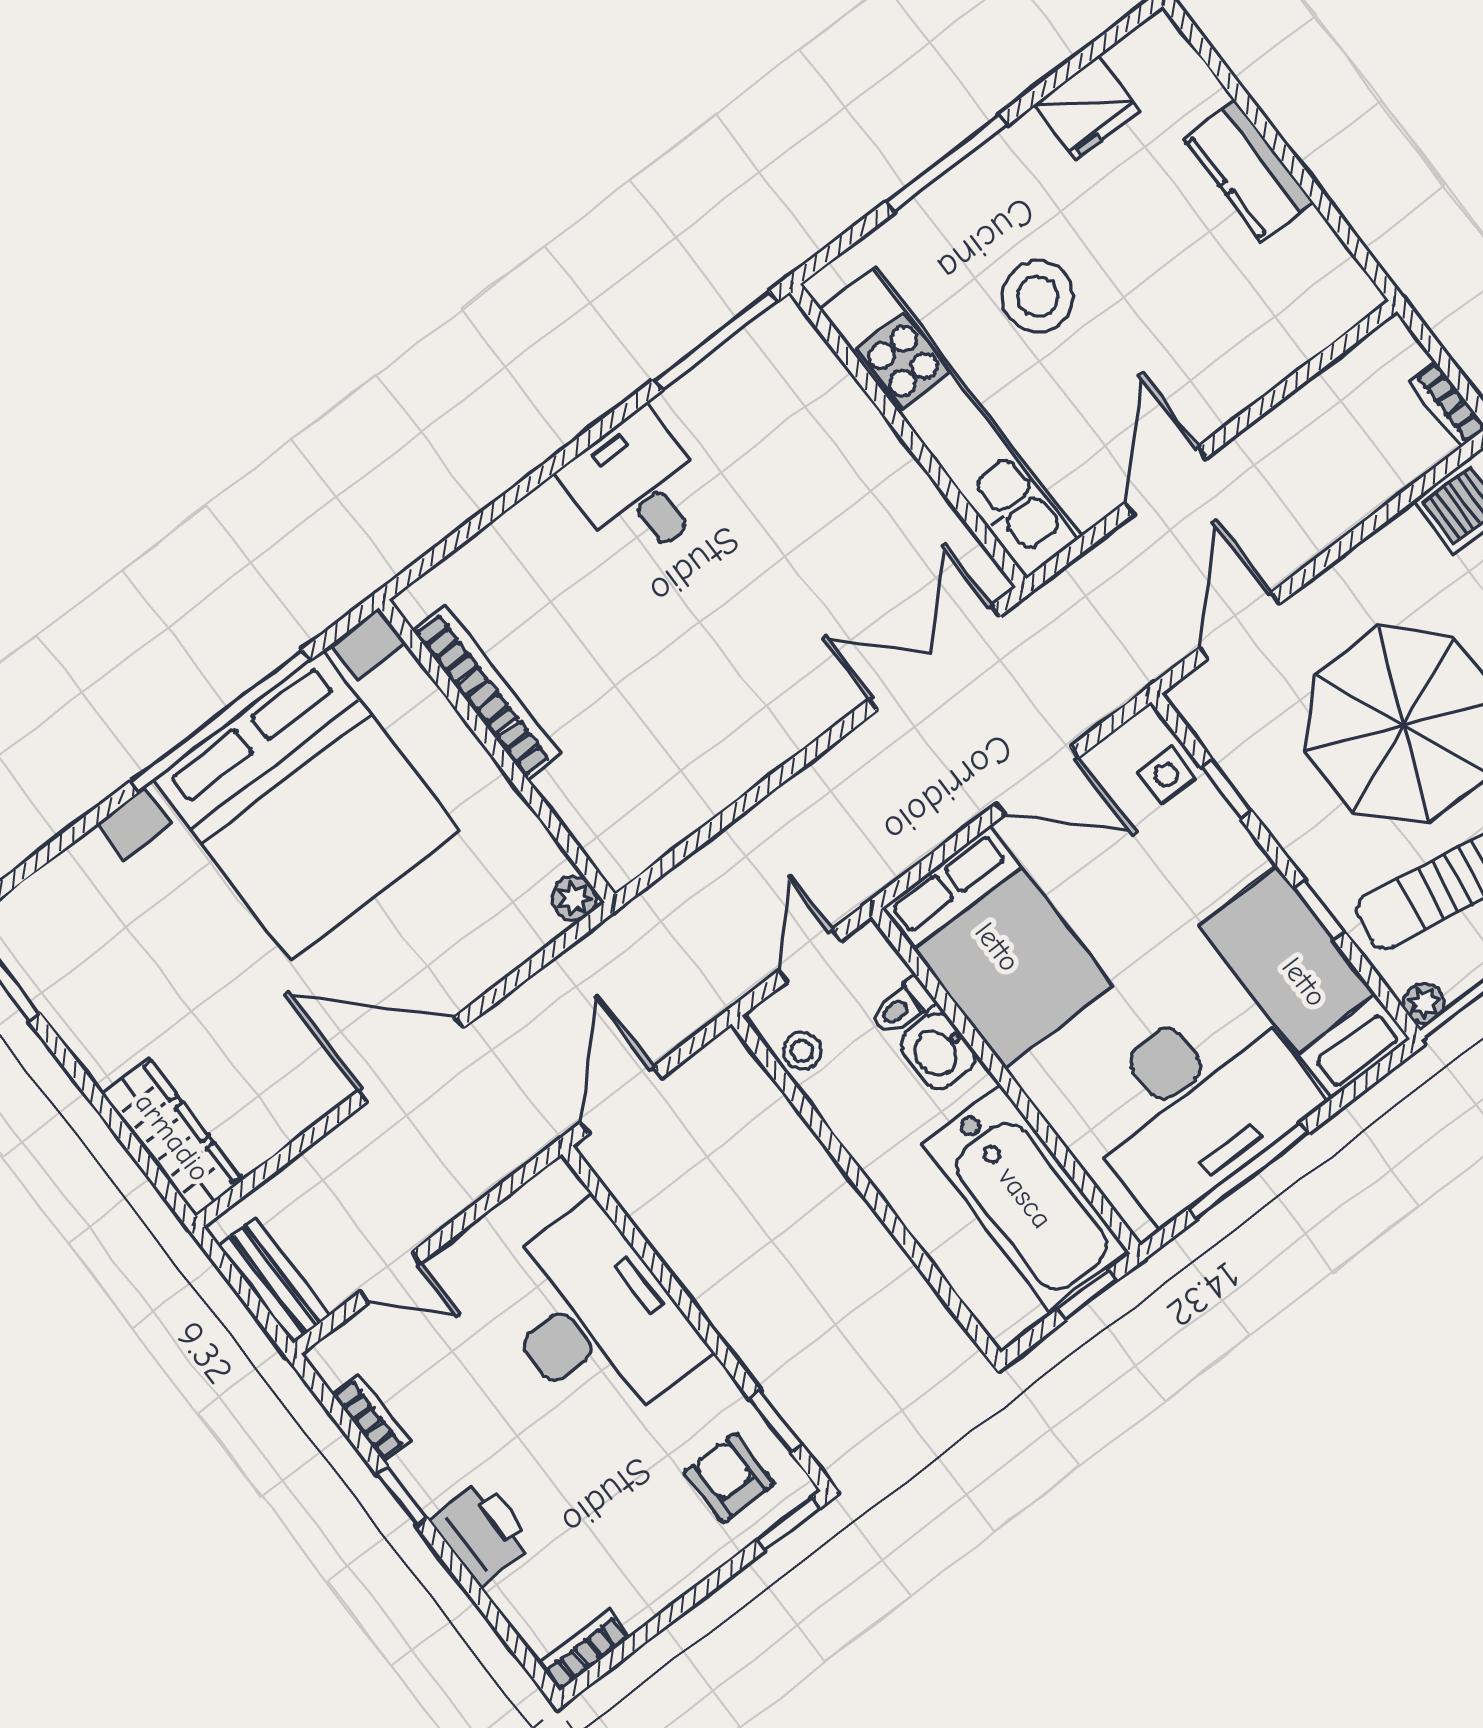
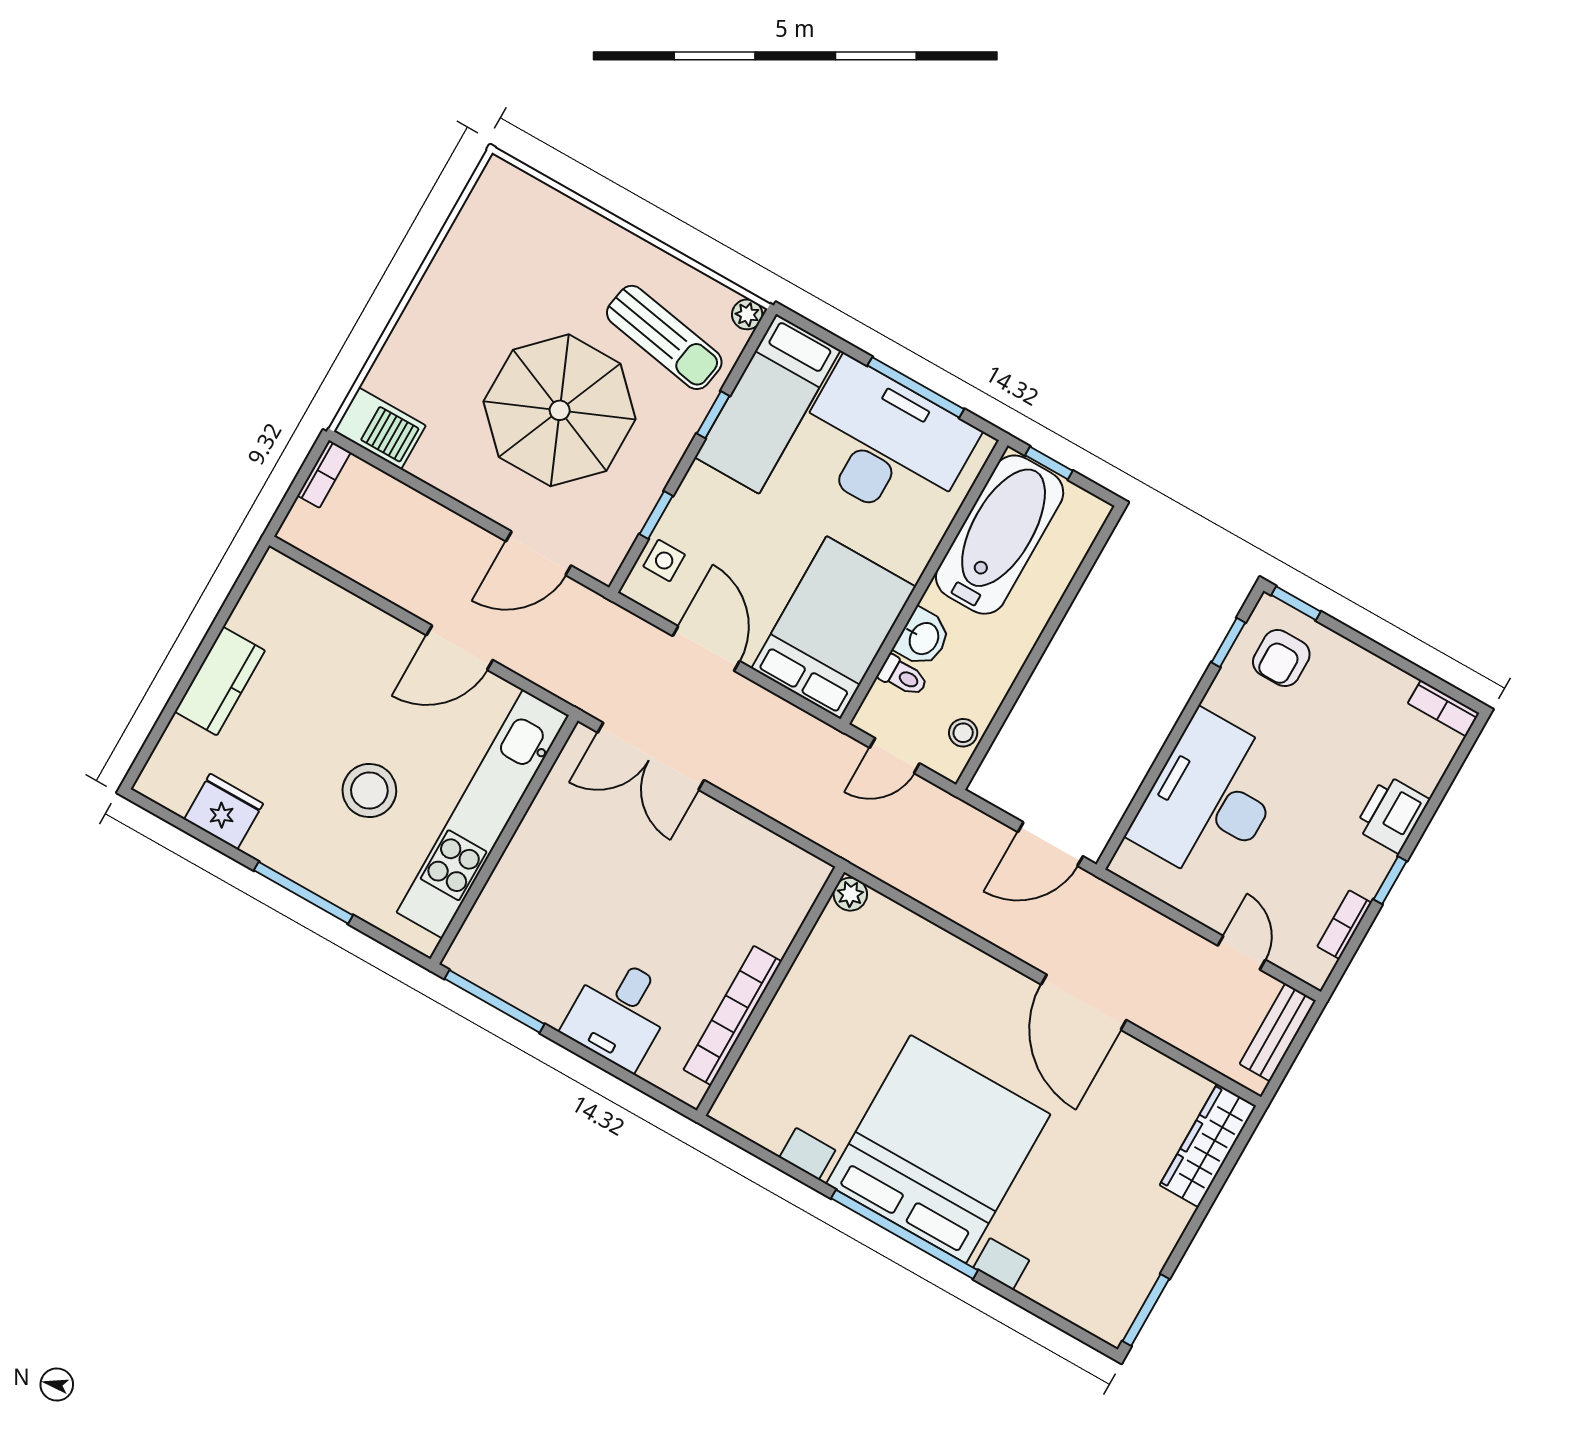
bookcase: (487, 692) -> (733, 1016), moved
wall: (497, 751) -> (771, 991), moved
plant: (574, 898) -> (850, 894), moved

